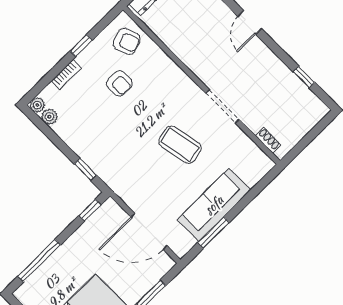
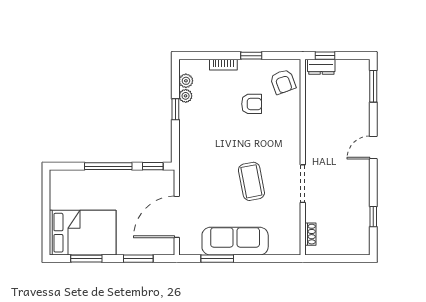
armchair: (119, 83) -> (252, 104), turned -90
plant: (37, 105) -> (186, 96), moved
window: (85, 169) -> (175, 109), moved
door: (149, 231) -> (177, 217), hinge flipped
window: (39, 261) -> (108, 166), moved

